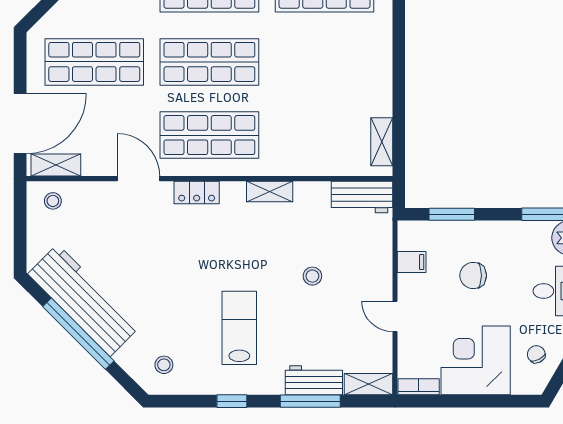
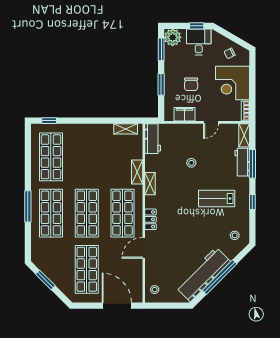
shelving: (56, 165) -> (137, 172), moved
window: (452, 214) -> (161, 84), moved
filing cabinet: (412, 262) -> (184, 114), width x2.00

